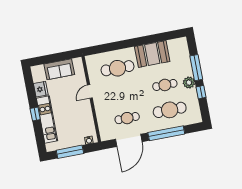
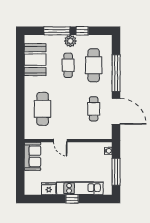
booth: (152, 54) -> (35, 60), moved
sofa: (59, 69) -> (32, 156), moved

